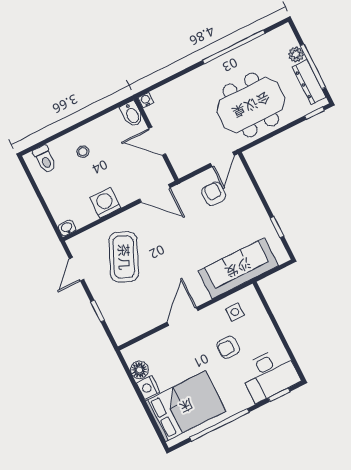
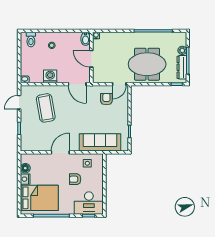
coffee table: (124, 257) -> (46, 108), turned -34

